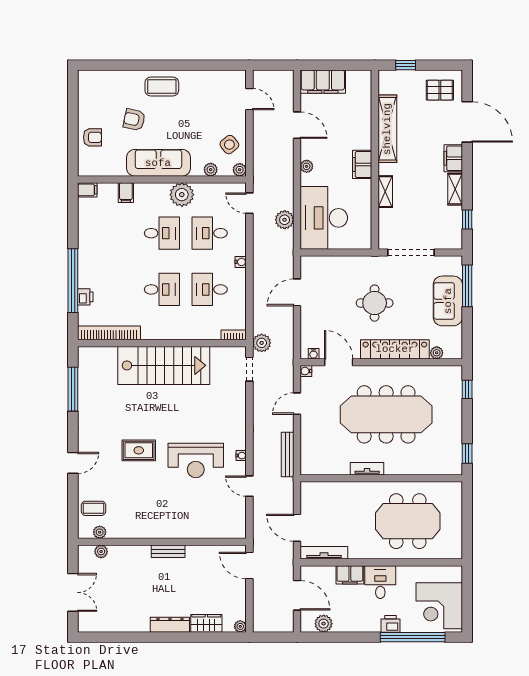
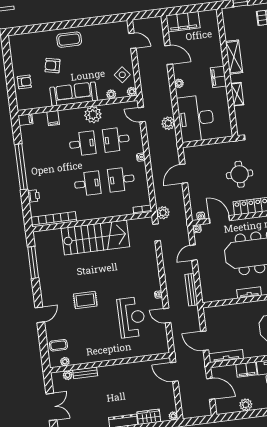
shelving: (387, 129) -> (234, 57), width x0.68
window: (73, 281) -> (21, 167), moved
reception desk: (196, 460) -> (131, 317), moved, turned -90
bench: (168, 551) -> (85, 373), moved
plant: (324, 624) -> (246, 405), moved

